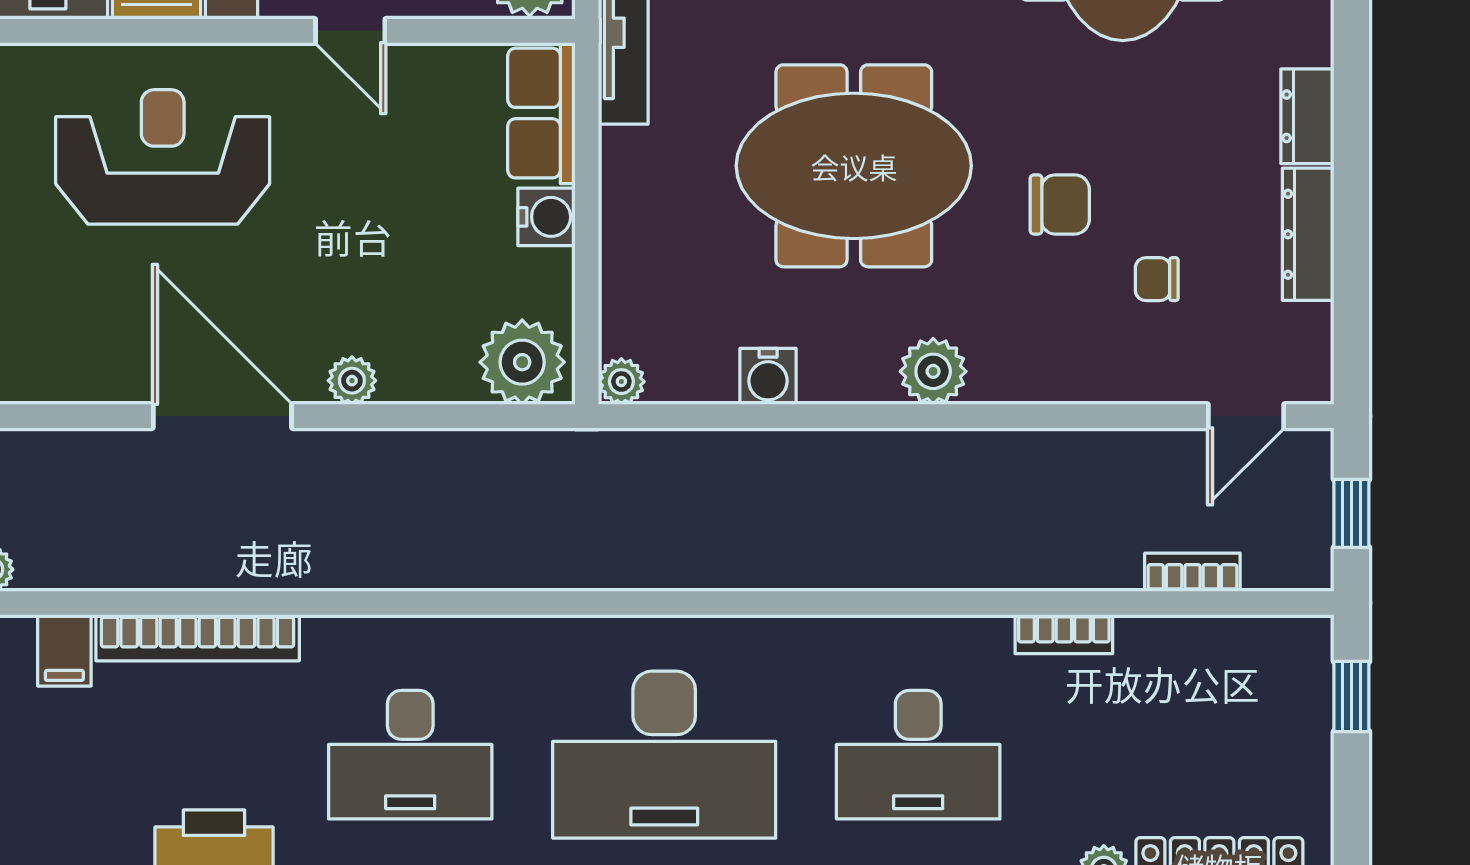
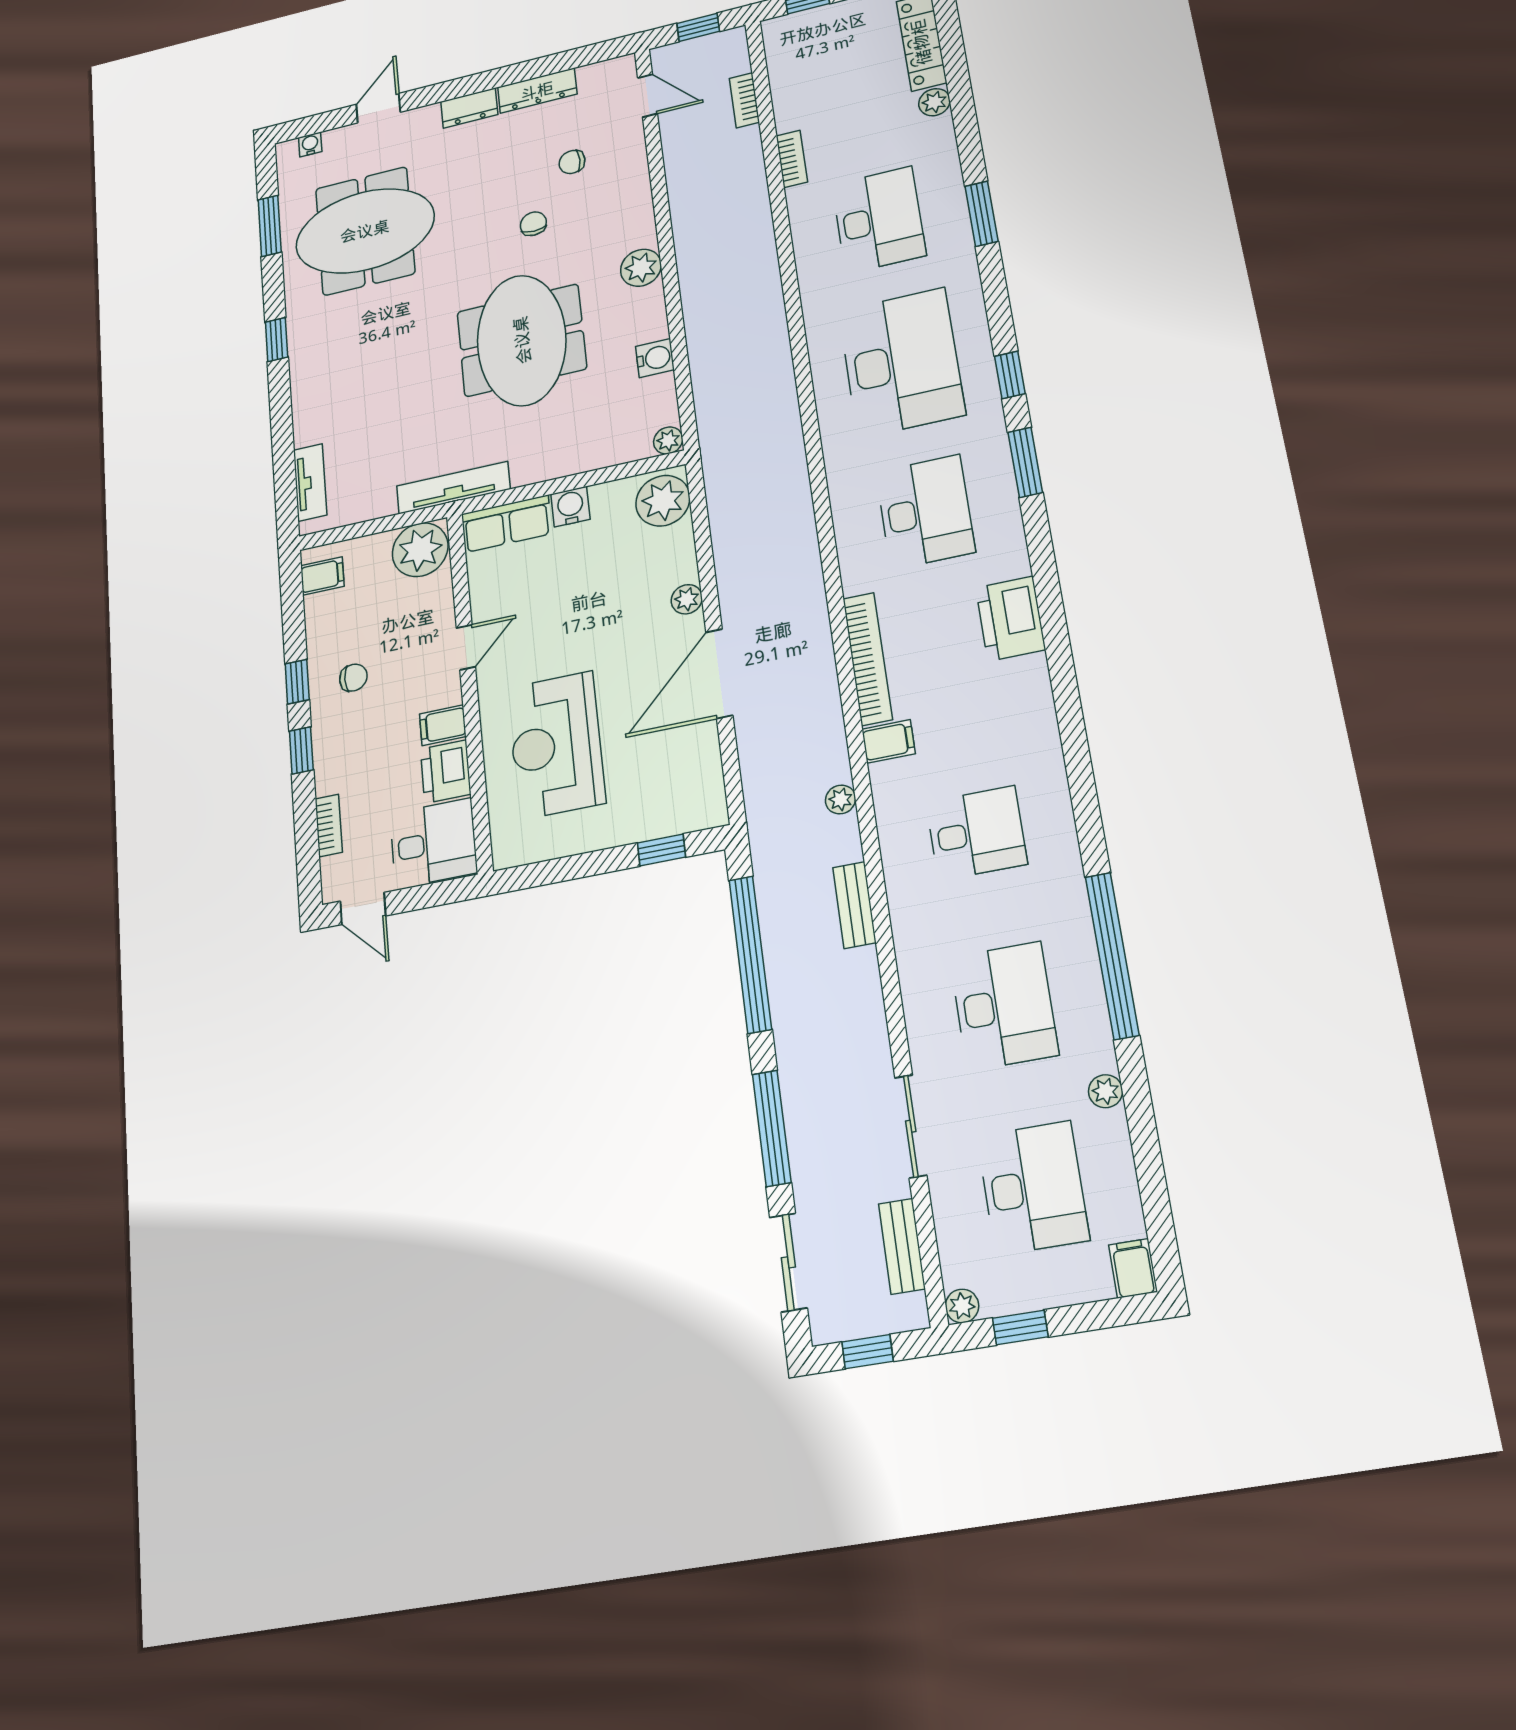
chair: (1060, 204) -> (533, 224), width x0.73, depth x0.73
chair: (1157, 279) -> (572, 162), turned 90

